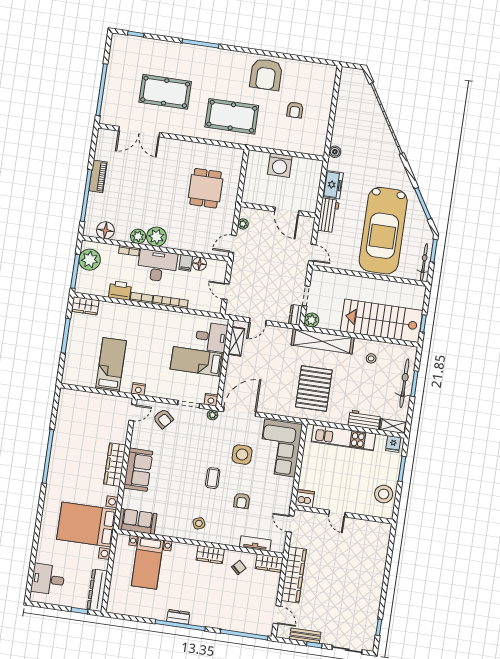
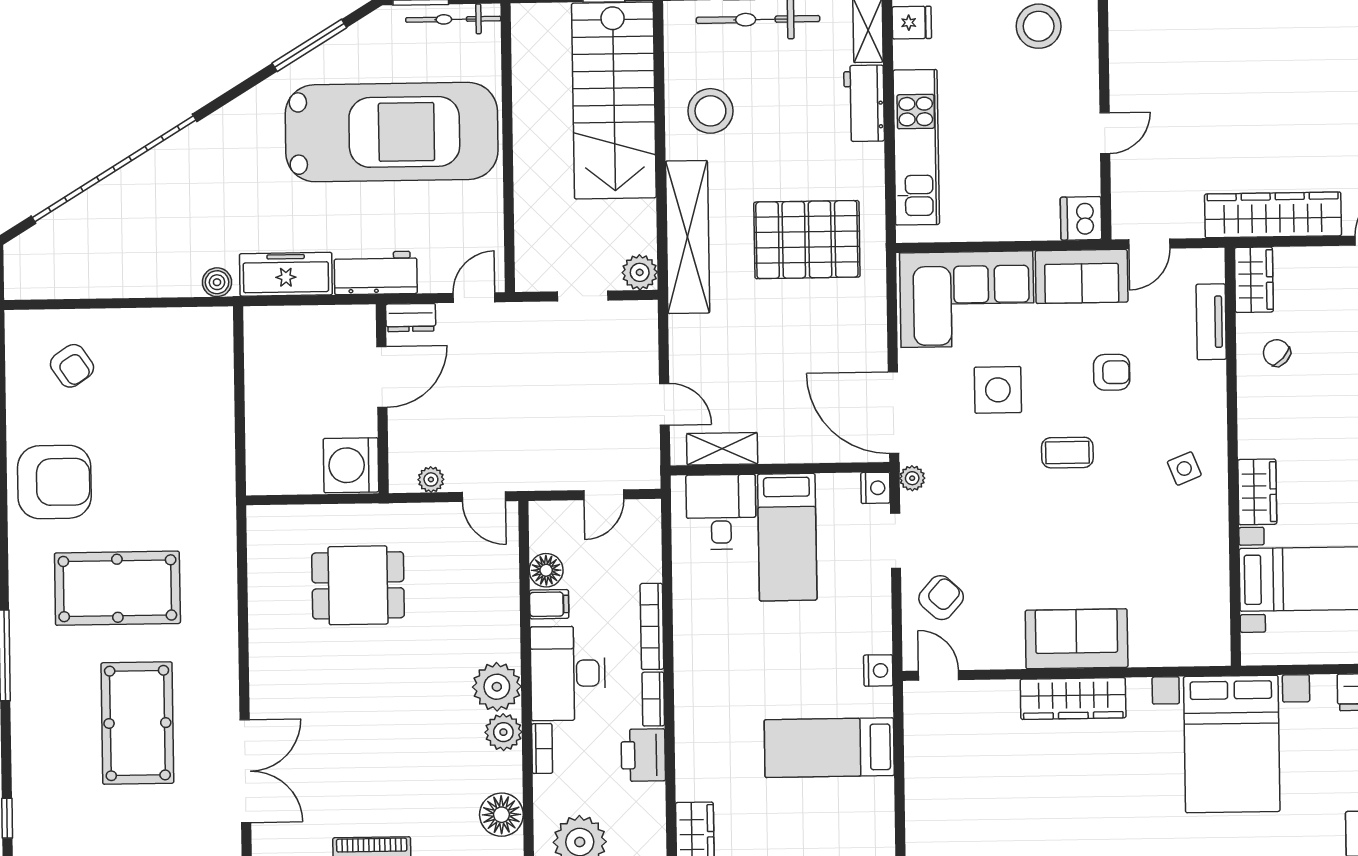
armchair: (295, 110) -> (72, 366), moved, turned 56
pool table: (232, 116) -> (117, 588), moved, turned 90
washing machine: (280, 165) -> (351, 465), moved, turned 180
freezer: (333, 185) -> (286, 274), width x1.40
dresser: (296, 315) -> (411, 318), moved
stool: (371, 358) -> (710, 111), width x1.89, depth x1.89
sofa: (137, 521) -> (1082, 276), moved, turned -90
wardrobe: (210, 555) -> (1257, 492), moved

